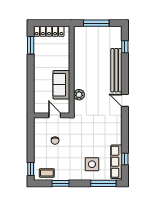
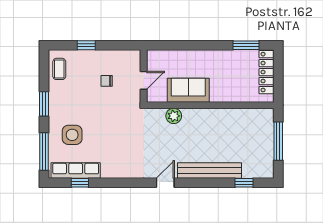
window: (31, 169) -> (86, 45), moved
window: (60, 183) -> (44, 104), moved

